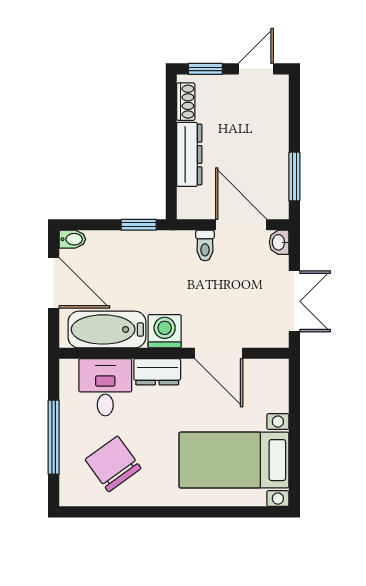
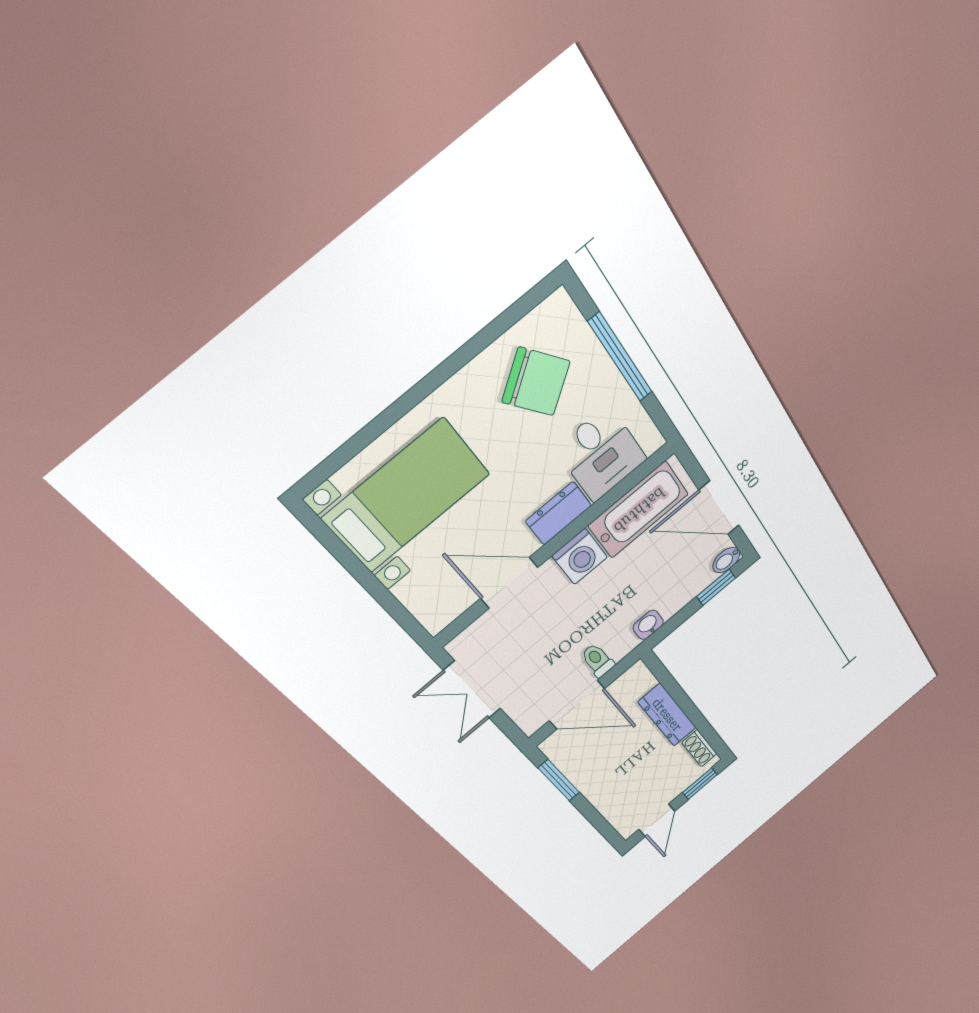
window: (139, 225) -> (716, 587), moved
washbasin: (279, 242) -> (648, 625), moved, turned -90

